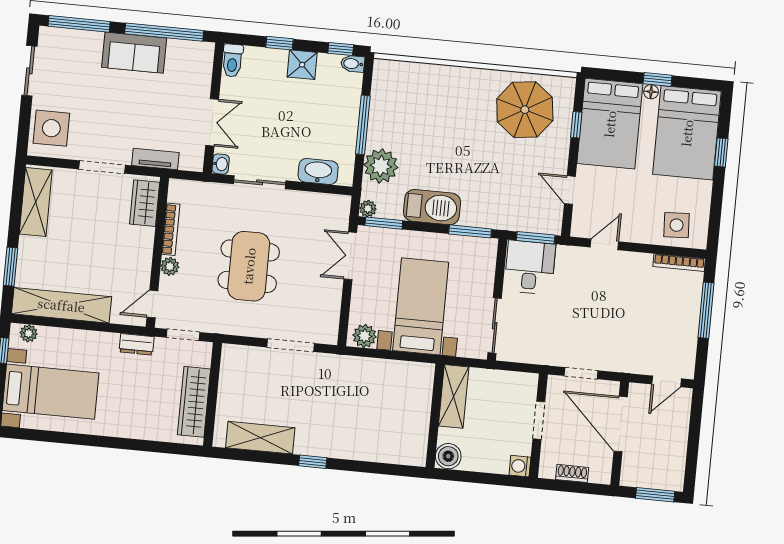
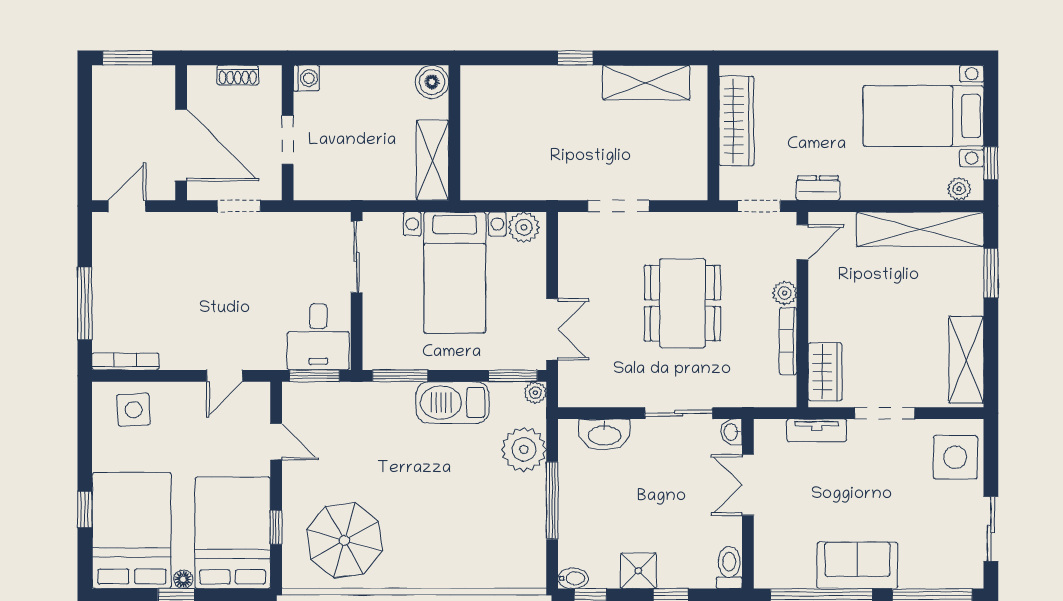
shelving: (454, 396) -> (433, 160), moved
wall: (435, 416) -> (454, 133), moved
boiler: (448, 456) -> (432, 82), moved

